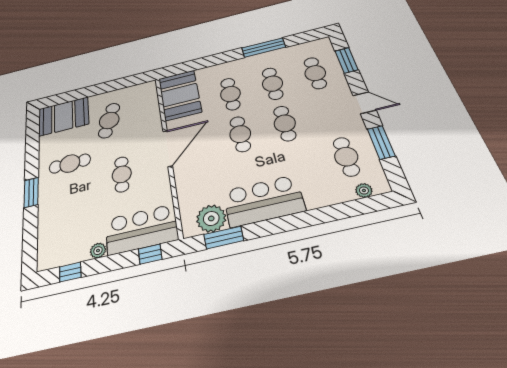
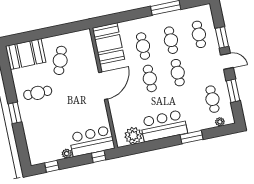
window: (346, 60) -> (222, 37), moved
cafe table: (122, 174) -> (75, 103), removed
window: (224, 237) -> (192, 137), moved

